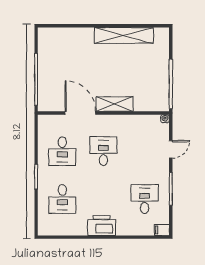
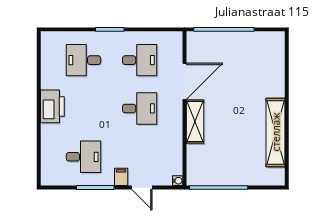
desk: (62, 151) -> (140, 60), turned 180
filing cabinet: (162, 230) -> (121, 177), moved

